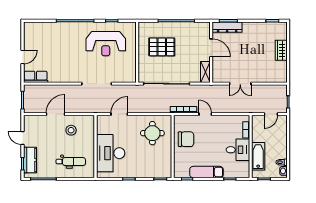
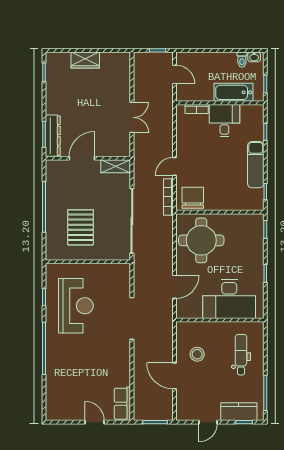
door: (119, 114) -> (174, 287), swing flipped
round table: (152, 133) -> (201, 240), width x1.36, depth x1.36
chair: (186, 139) -> (193, 198), moved

